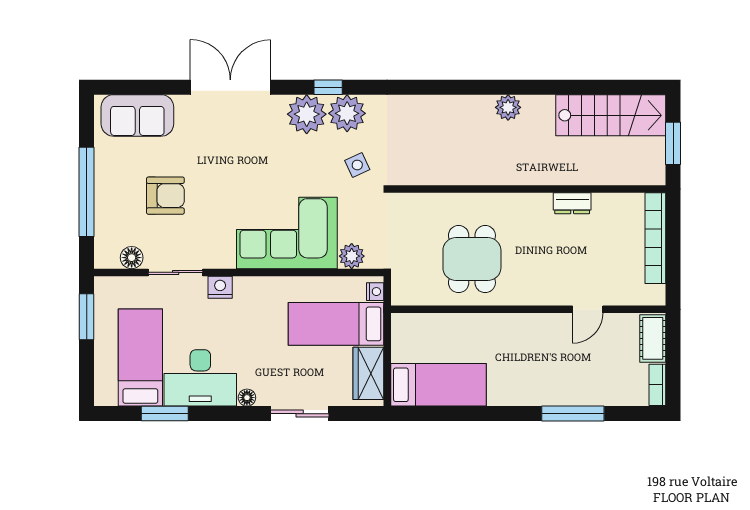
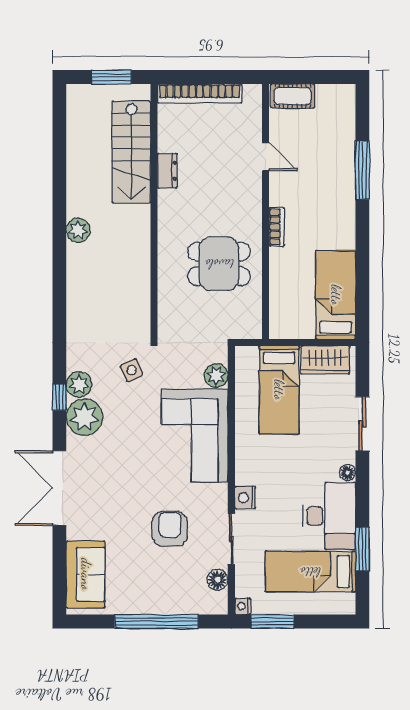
plant: (347, 113) -> (79, 384), width x0.73, depth x0.73
stairs: (611, 115) -> (131, 152), moved, turned 180
armchair: (165, 196) -> (170, 529), moved
nightstand: (375, 292) -> (243, 606), moved, turned -90
bookcase: (657, 385) -> (277, 227), moved, turned -90

